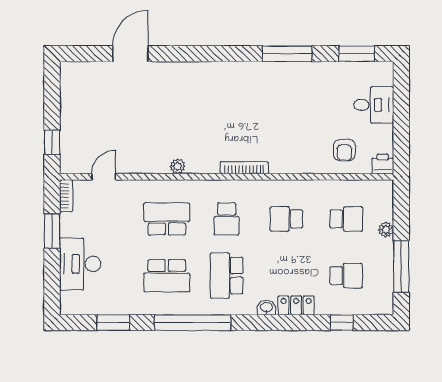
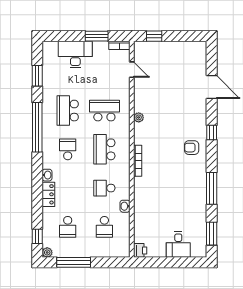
window: (201, 54) -> (212, 132), added
armchair: (344, 150) -> (192, 148), moved
washbasin: (314, 187) -> (125, 206), added
school desk: (167, 219) -> (104, 111), turned -90
school desk: (227, 219) -> (104, 149), width x1.85
school desk: (286, 219) -> (104, 188), turned -90
plant: (386, 230) -> (47, 252), moved
school desk: (227, 276) -> (68, 149), width x0.54
window: (342, 323) -> (37, 236), moved

